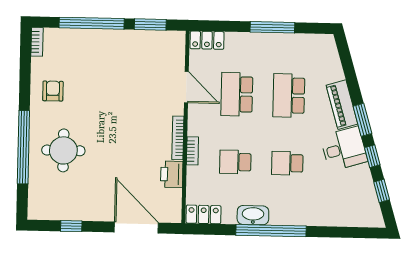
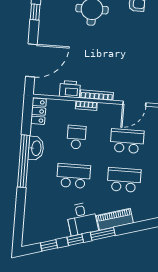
school desk: (287, 163) -> (73, 176), width x1.85

